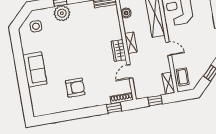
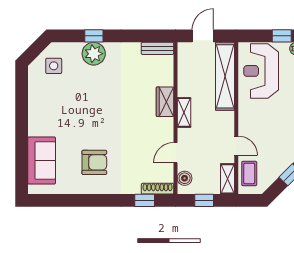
boiler: (126, 13) -> (185, 178), moved
door: (169, 49) -> (236, 146), moved
wardrobe: (119, 50) -> (165, 102), moved
sofa: (35, 69) -> (42, 161), moved

